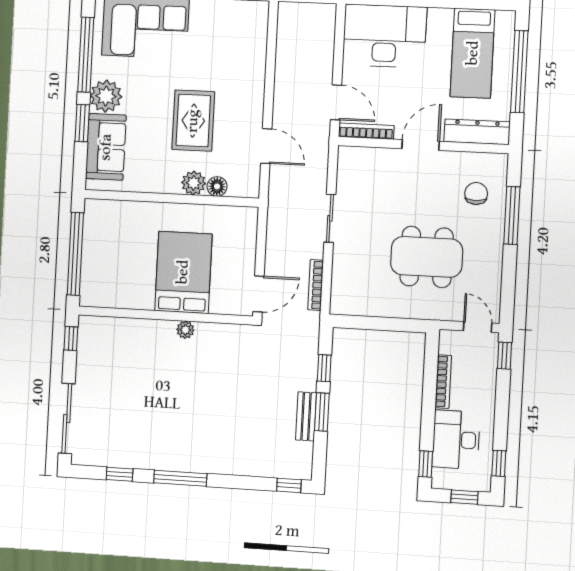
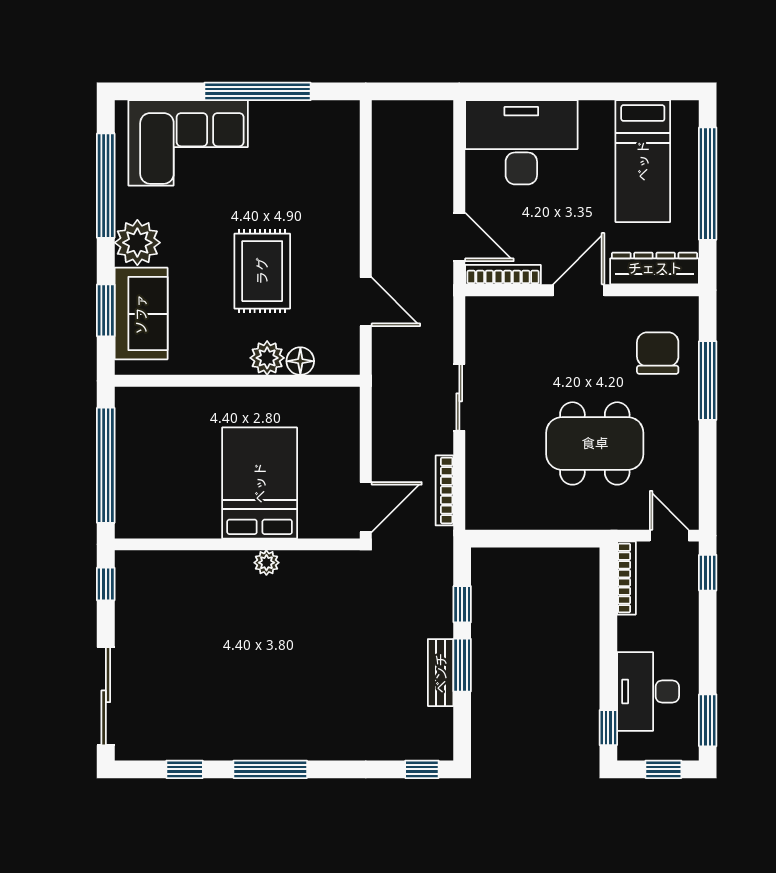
window: (82, 123) -> (106, 310), moved
chair: (476, 194) -> (658, 353), width x1.37, depth x1.37
bookcase: (443, 382) -> (626, 578), moved
window: (499, 463) -> (708, 720), width x1.50

